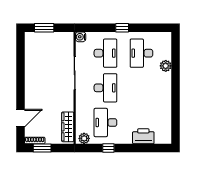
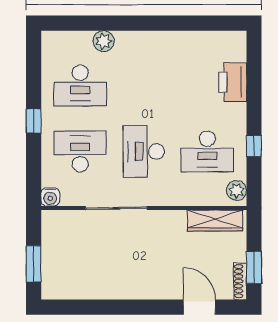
desk: (105, 88) -> (144, 151), turned -90

